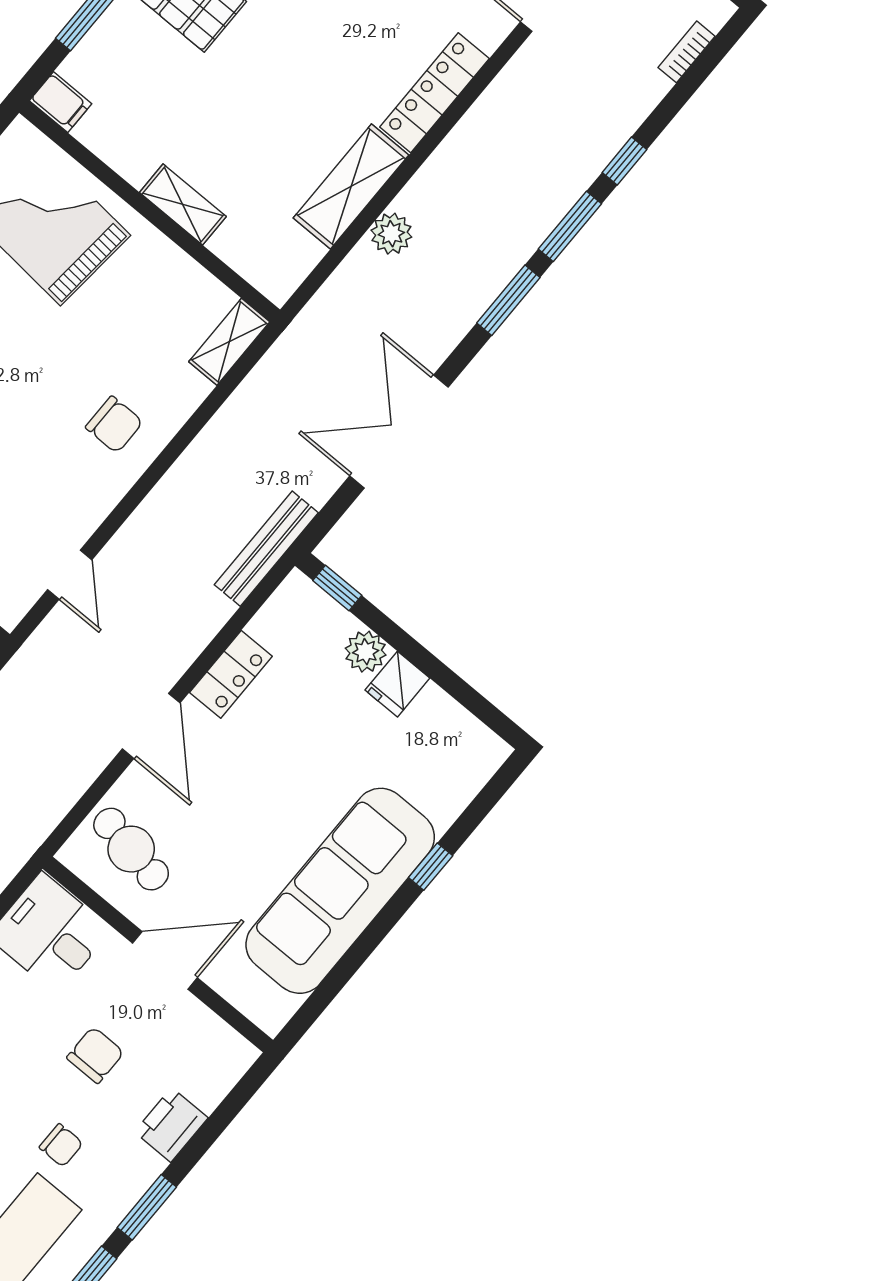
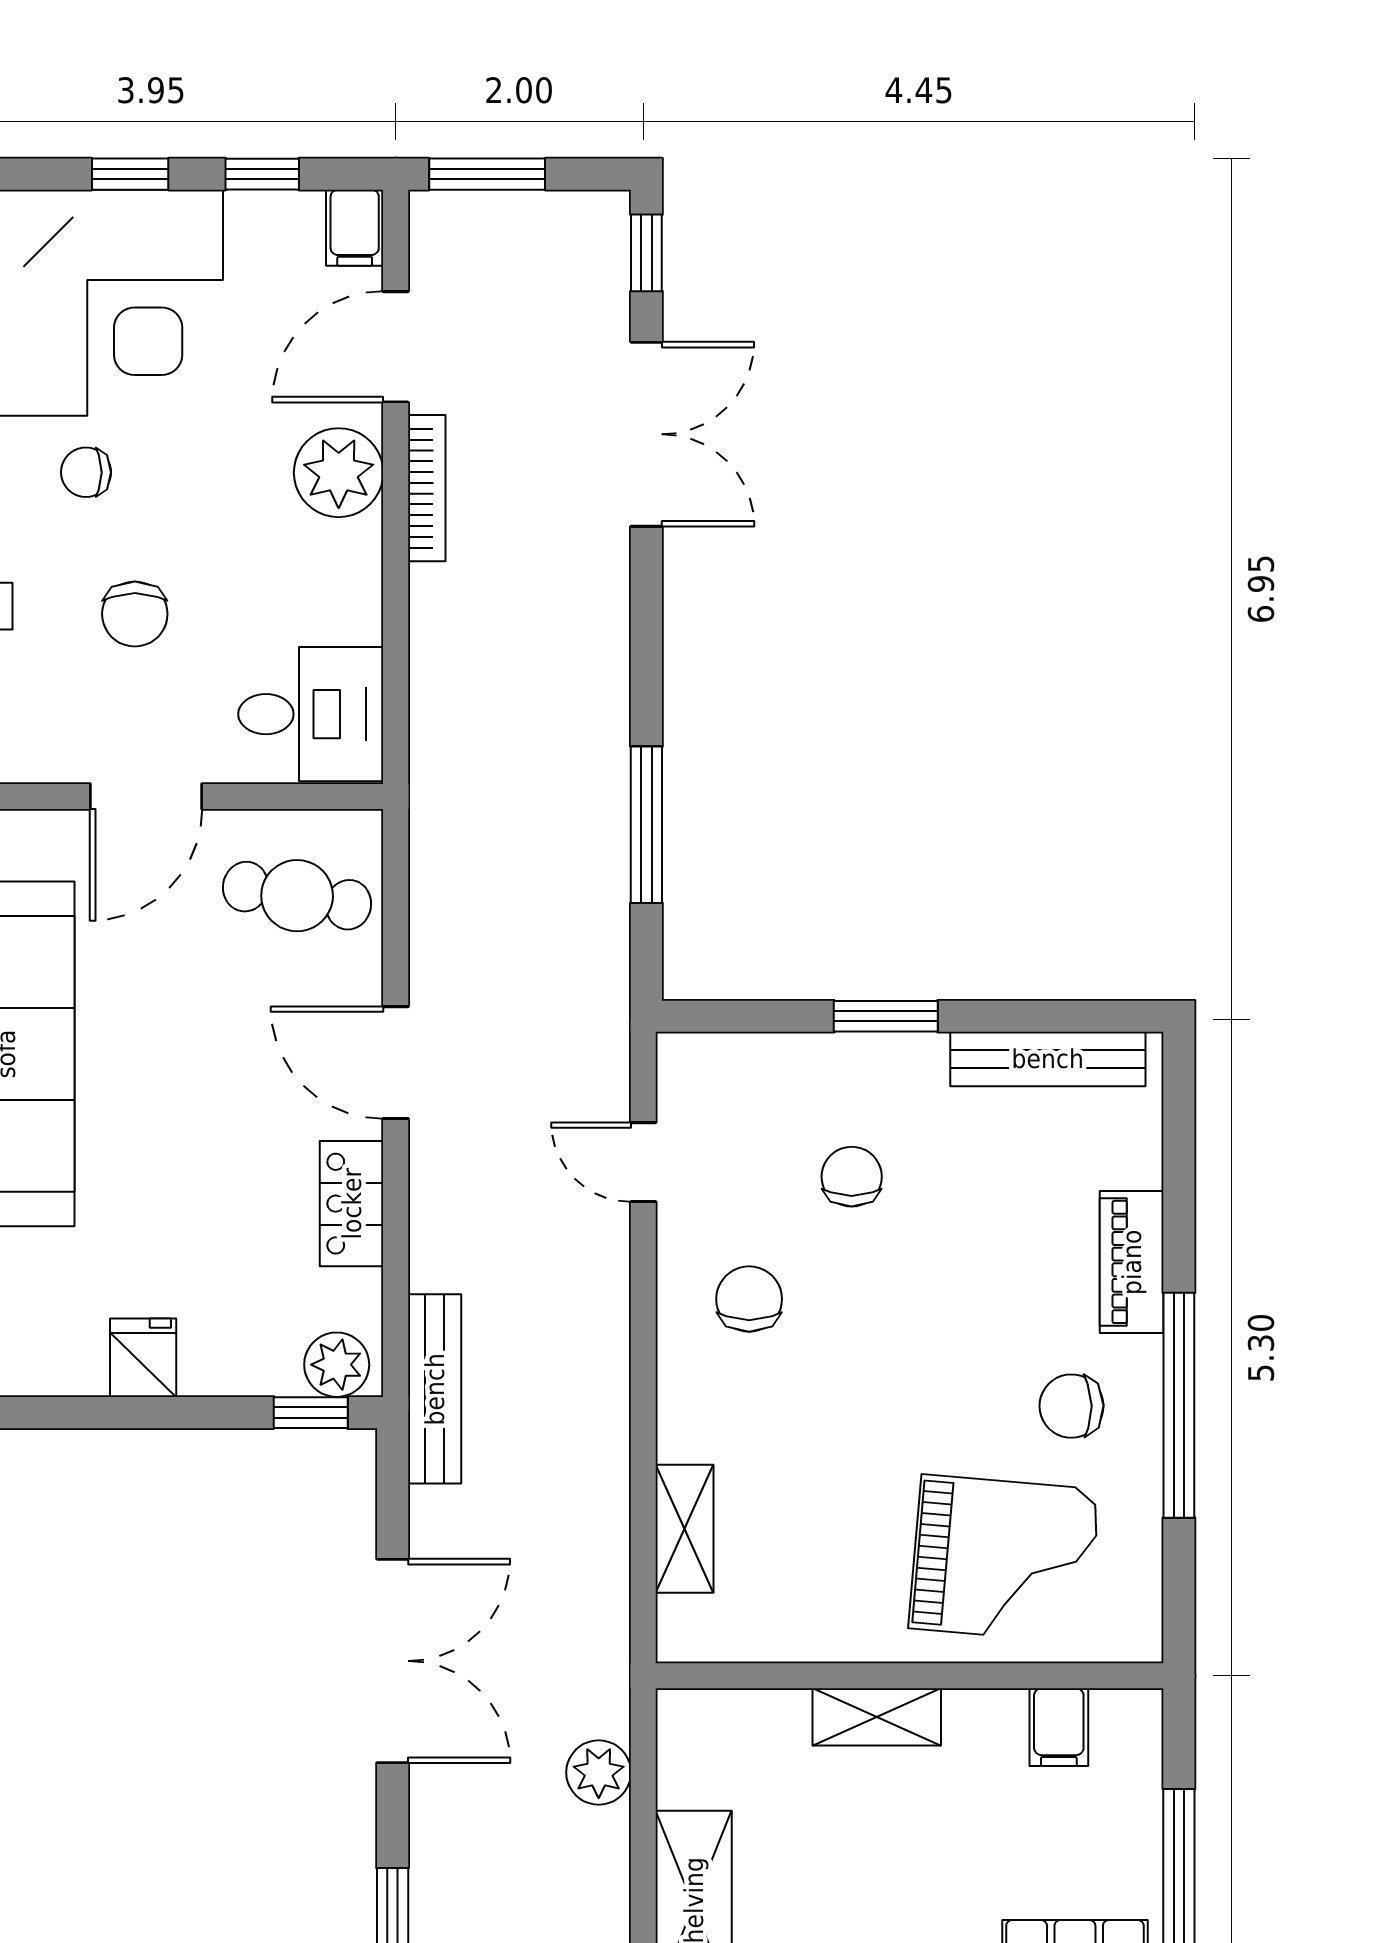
filing cabinet: (61, 102) -> (1059, 1727), moved, turned -90
plant: (391, 234) -> (599, 1772), moved
shelving: (229, 342) -> (685, 1529), moved
chair: (114, 425) -> (749, 1299), moved, turned 90
plant: (366, 652) -> (337, 1365), moved

